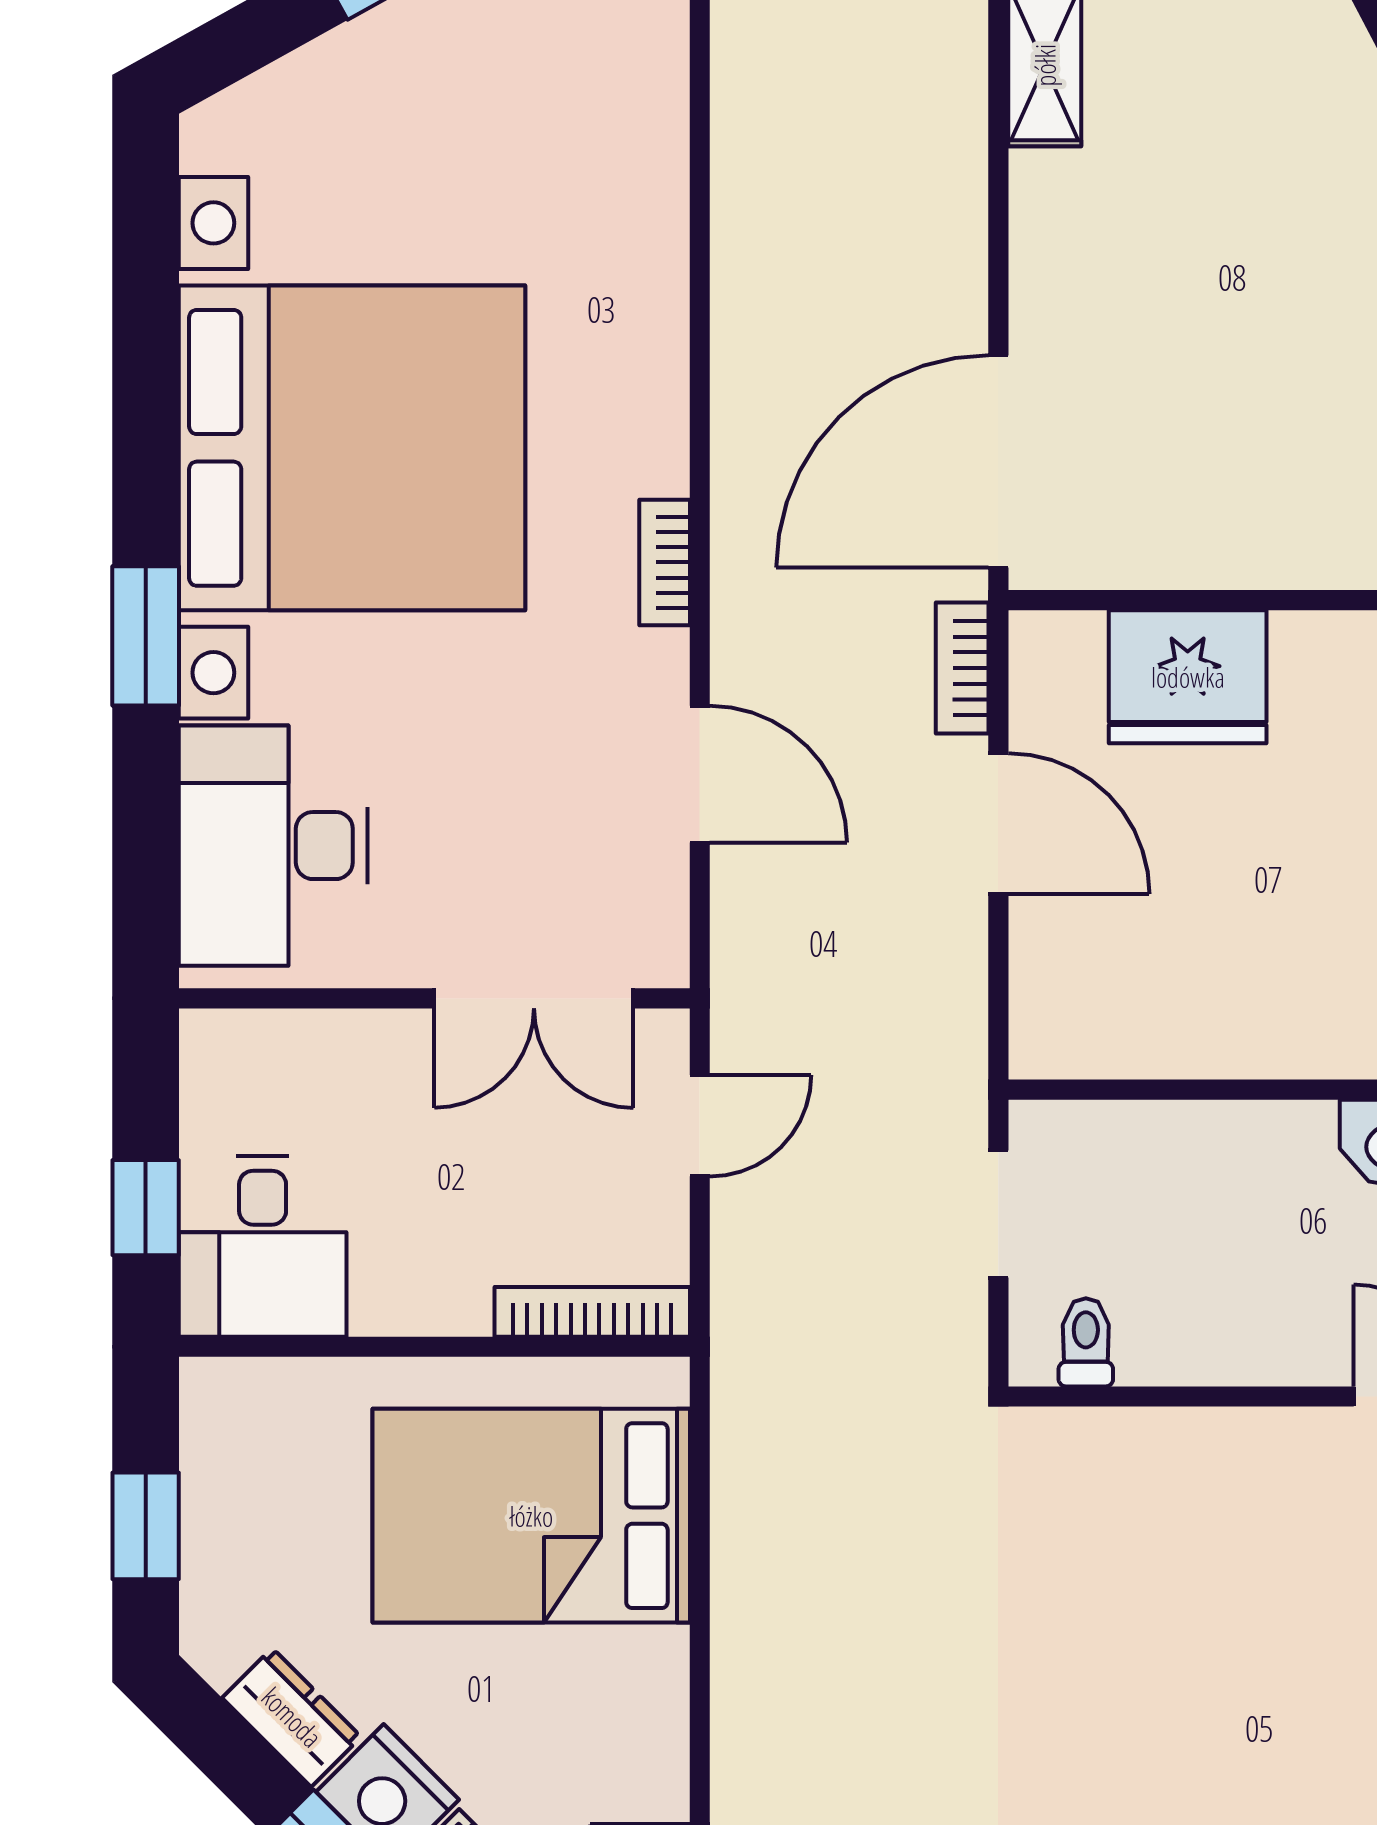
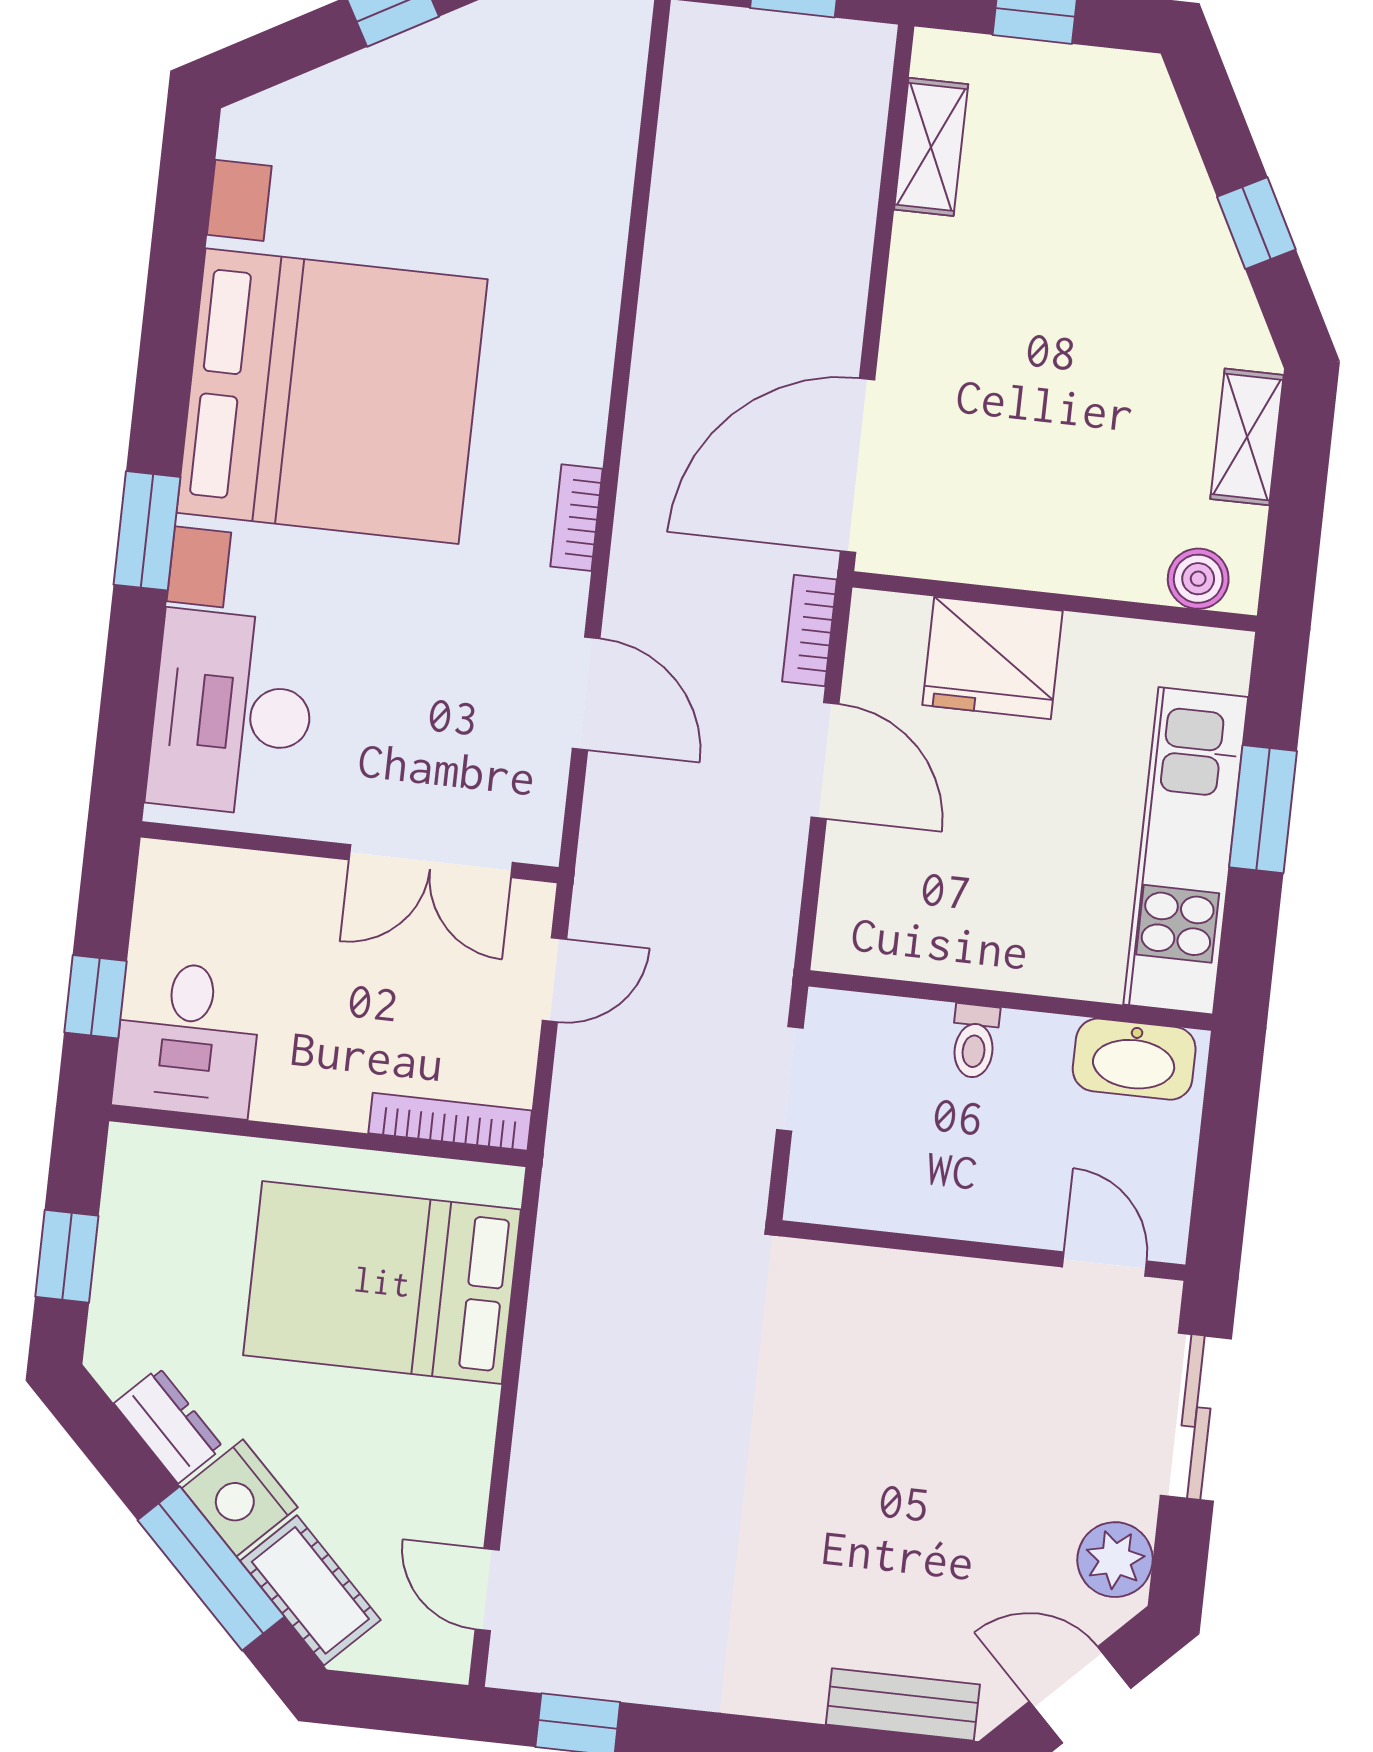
toilet: (1086, 1342) -> (975, 1041), moved, turned 180

